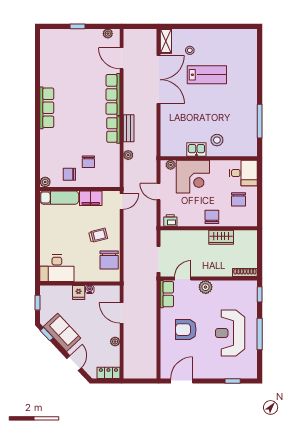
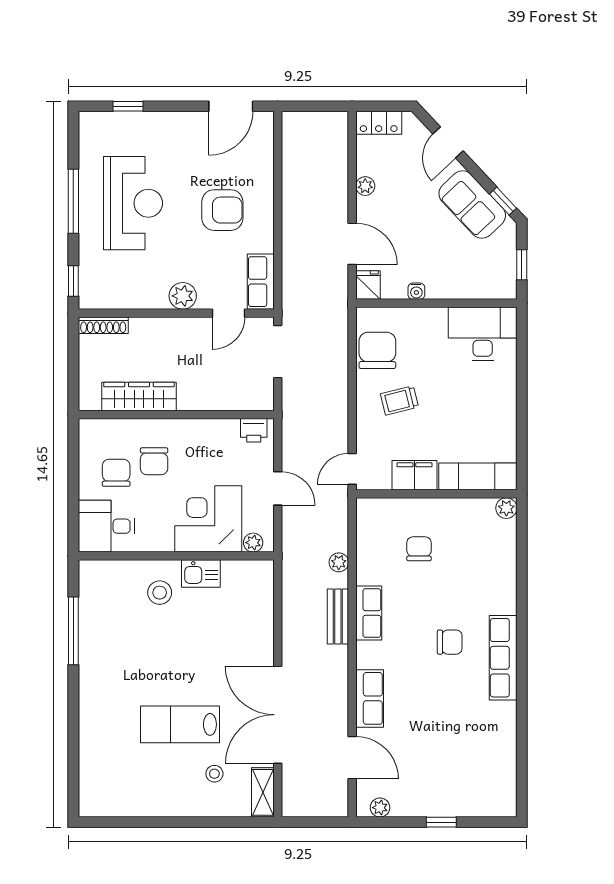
row of seats: (113, 94) -> (370, 698), width x0.68
chair: (69, 174) -> (450, 642), moved
chair: (212, 217) -> (154, 461), moved
wardrobe: (221, 237) -> (139, 397), width x1.50
fridge: (79, 292) -> (368, 285), moved

